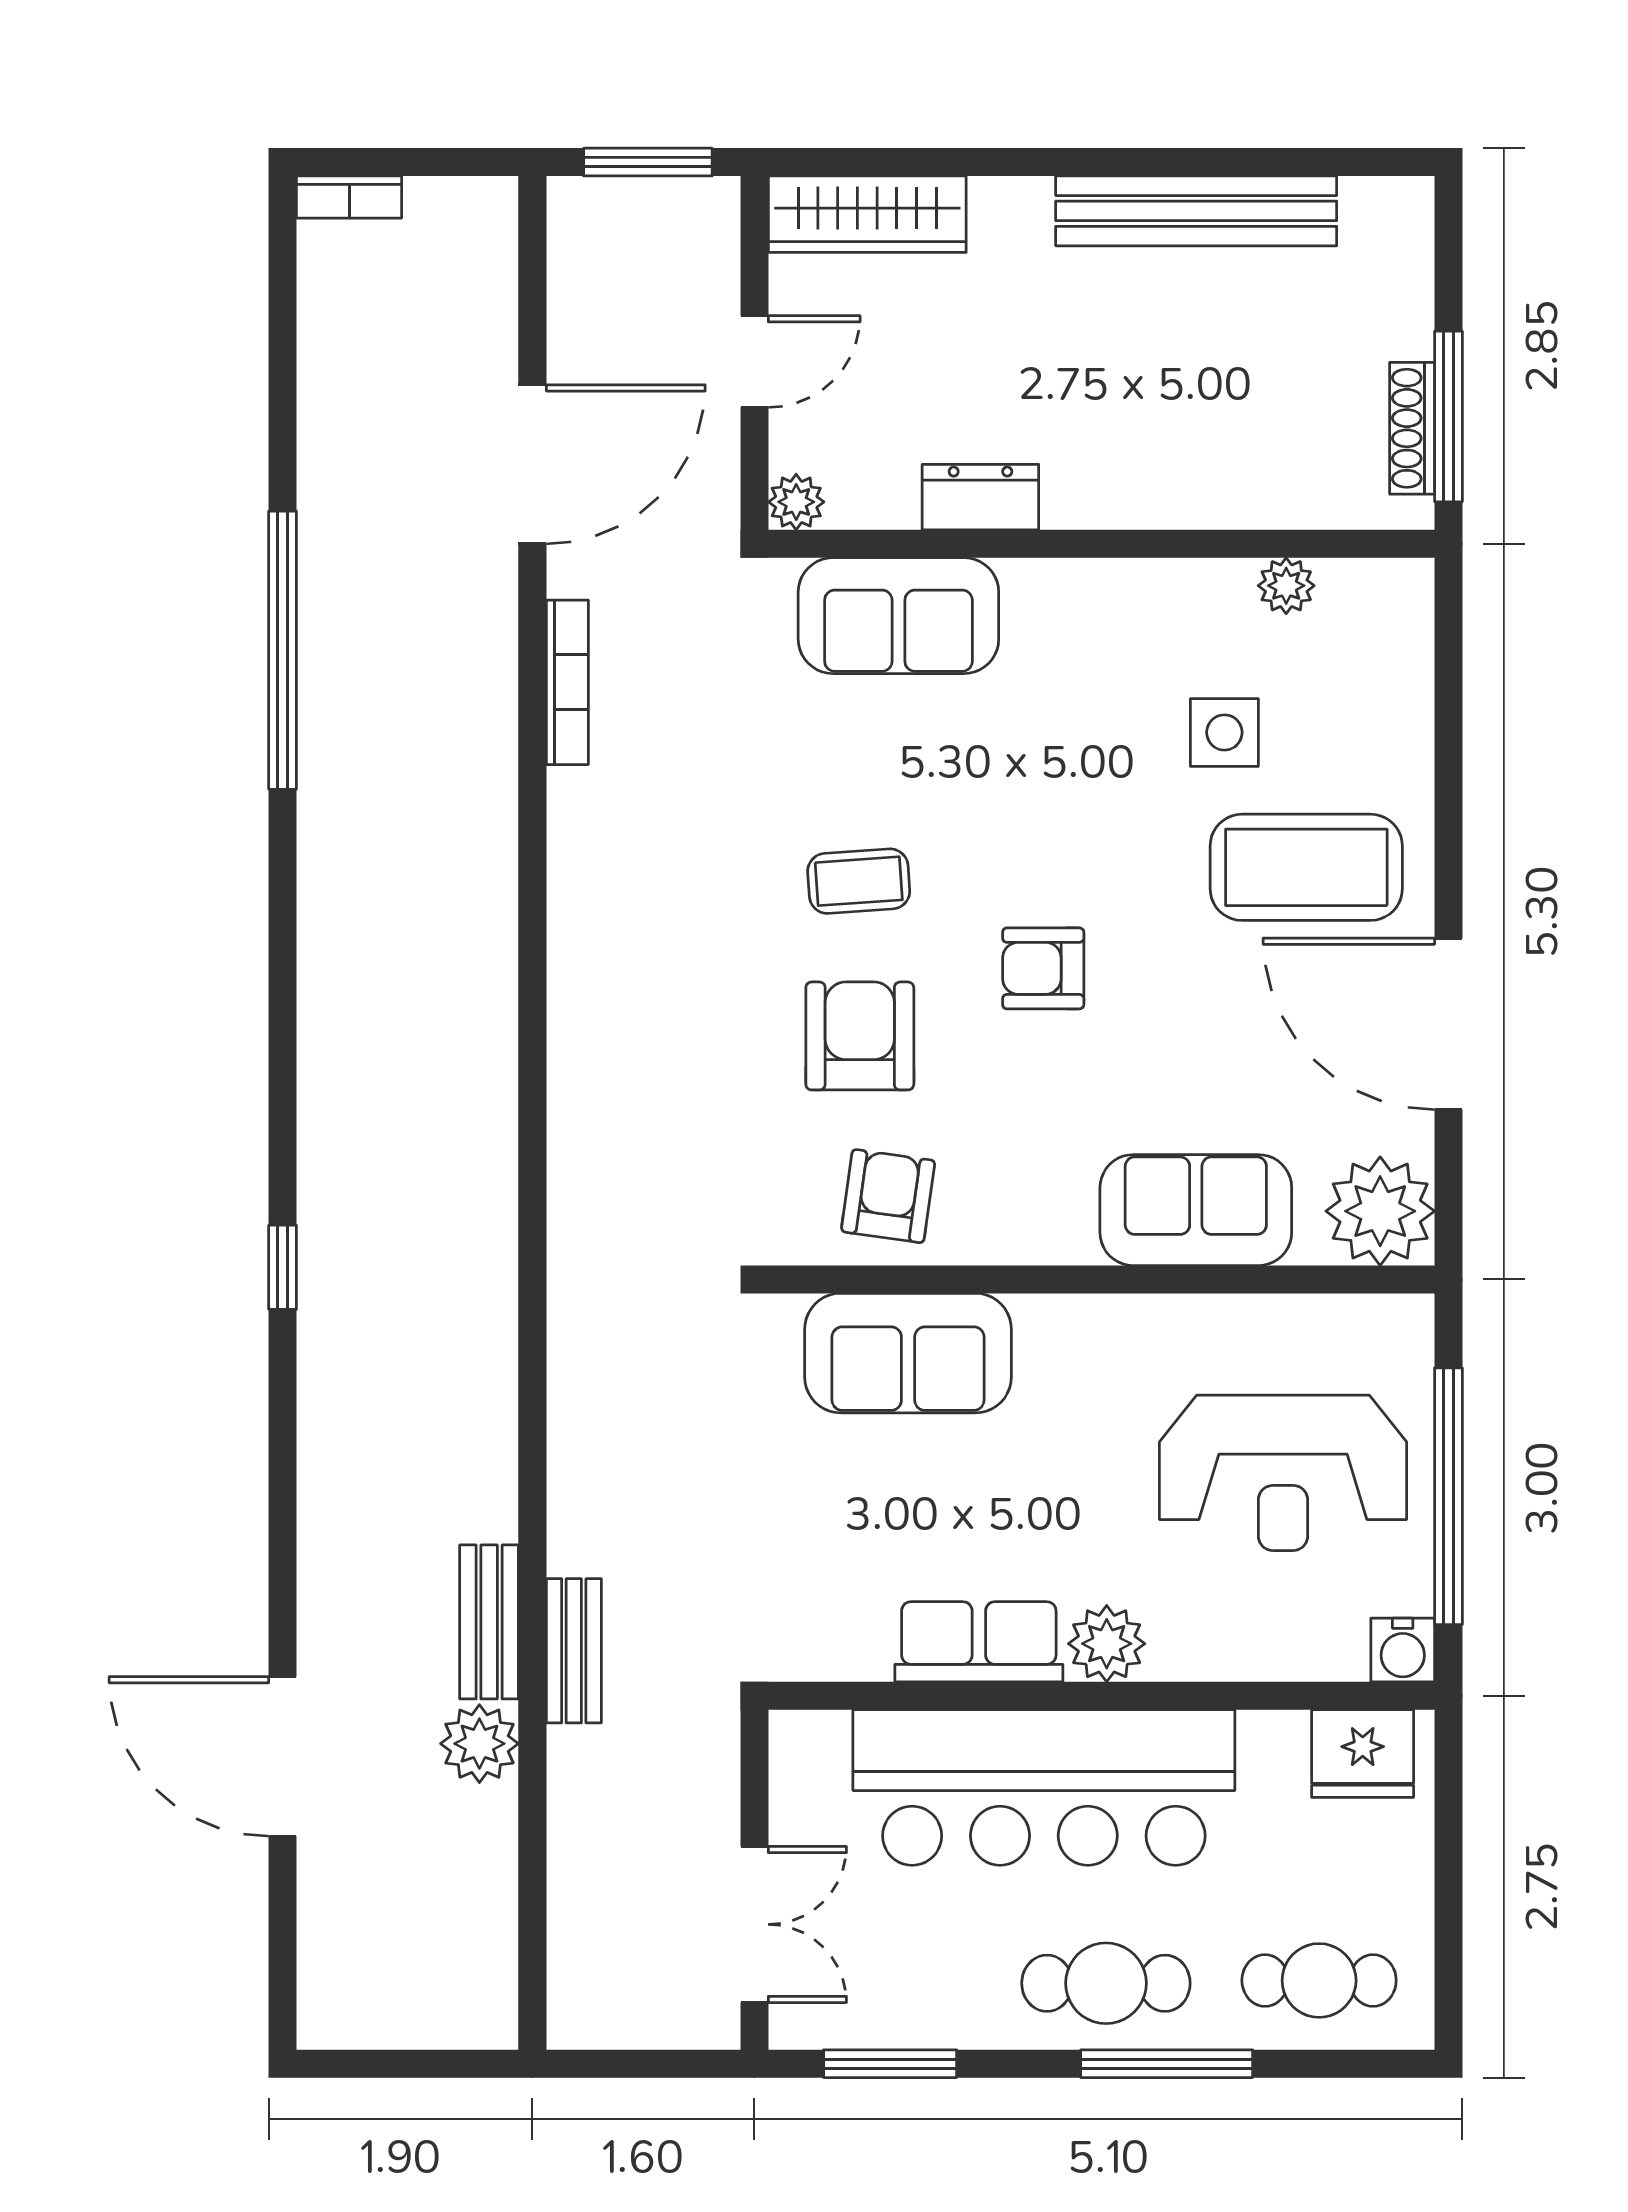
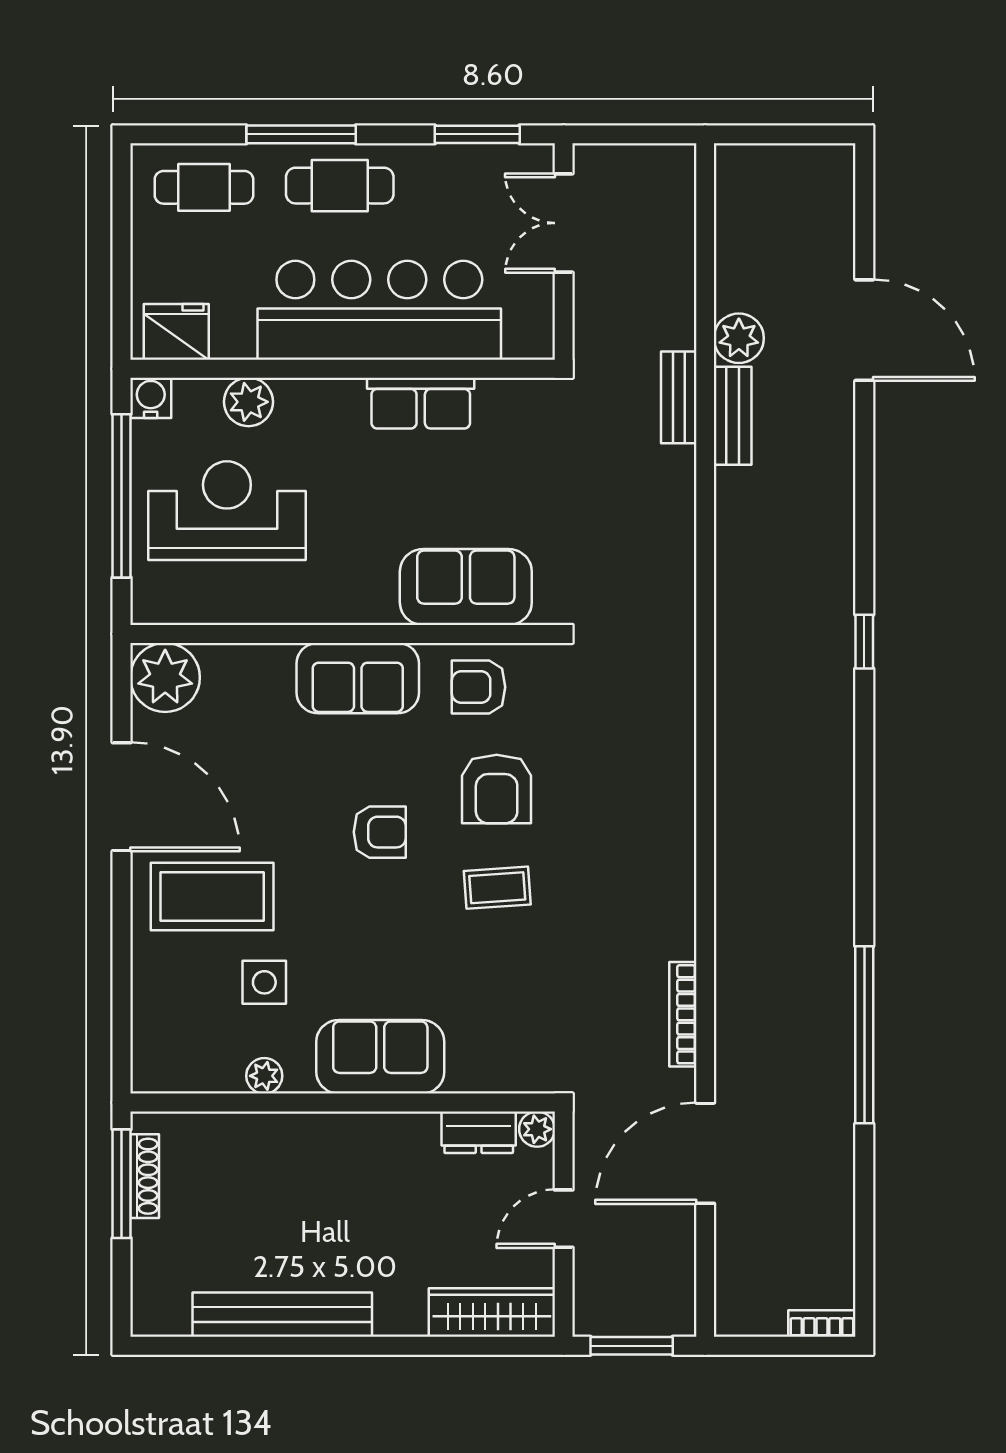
dresser: (980, 497) -> (479, 1132), moved
plant: (1286, 586) -> (264, 1076), moved
sofa: (898, 616) -> (380, 1057), moved
armchair: (888, 1196) -> (479, 687), turned 82
sofa: (1196, 1210) -> (358, 678), moved
plant: (1107, 1644) -> (248, 402), moved

